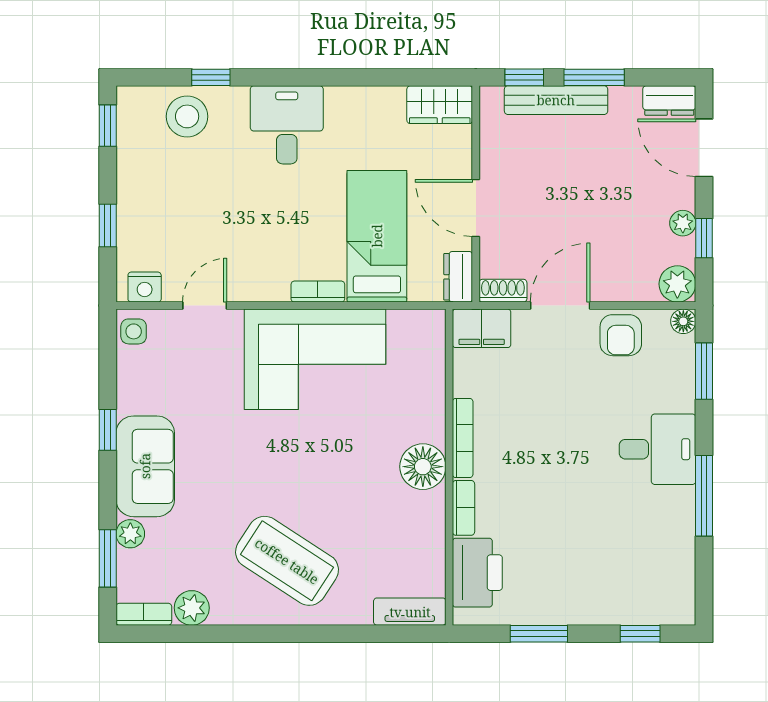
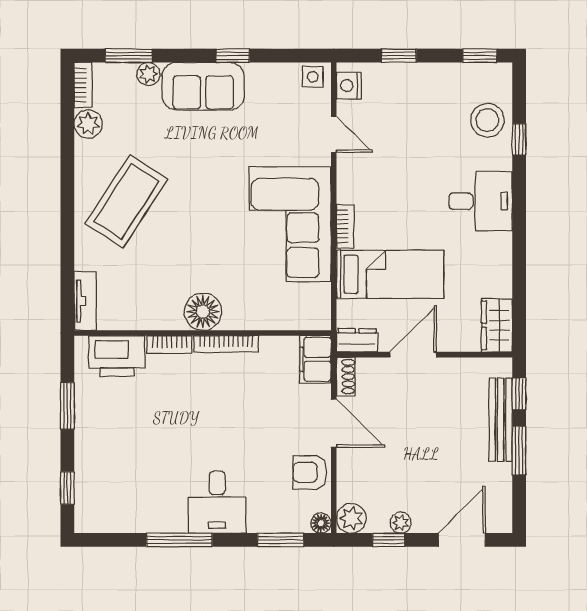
dresser: (669, 101) -> (500, 512), removed

